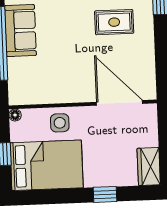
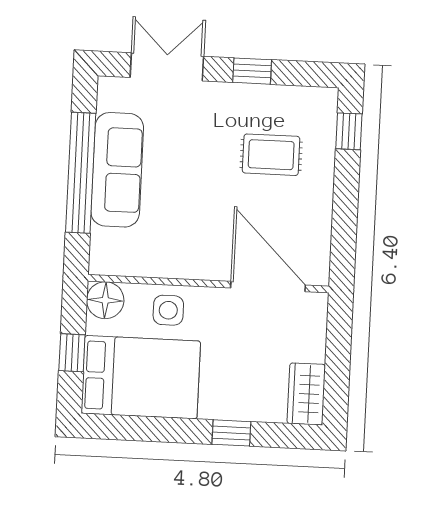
sofa: (20, 31) -> (117, 170), width x1.36
floor lamp: (15, 115) -> (105, 300), width x1.89, depth x1.89

